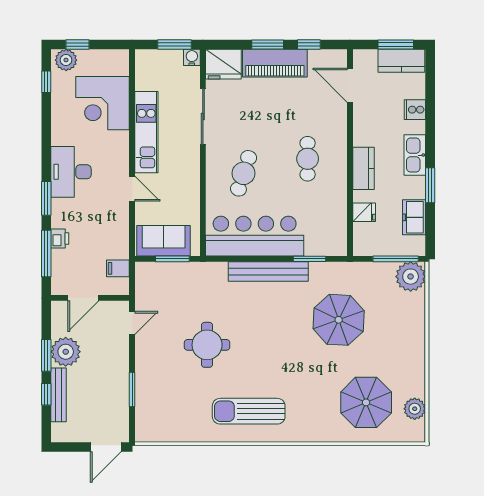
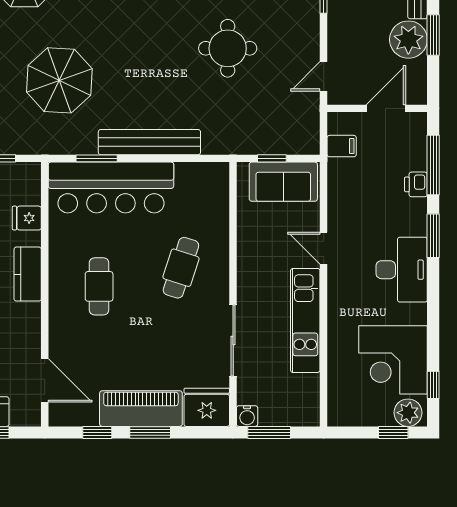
corner desk: (103, 103) -> (393, 360), moved, turned 180
bar counter: (255, 236) -> (111, 188), moved
window: (172, 259) -> (272, 158), width x0.67

